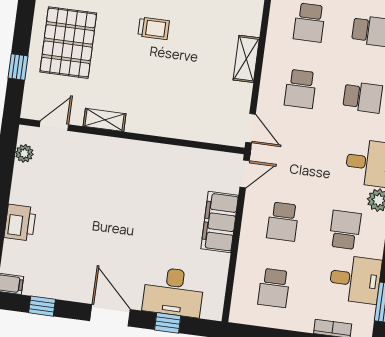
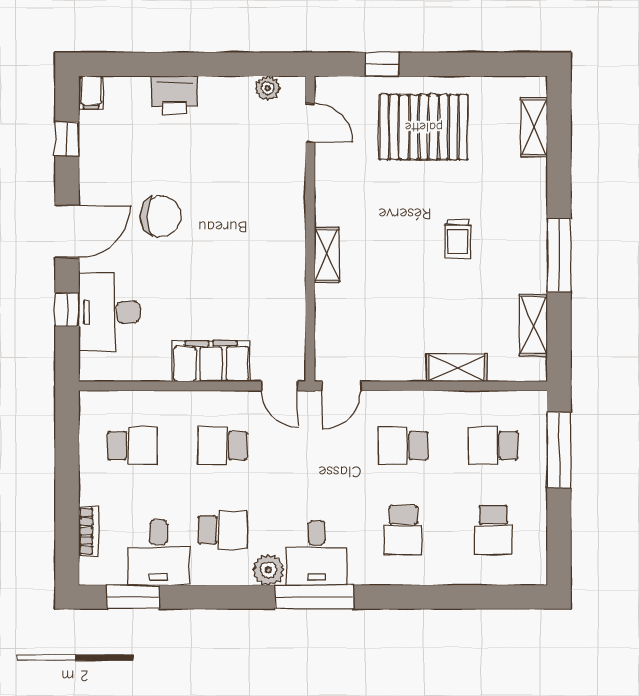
shelving: (246, 59) -> (457, 368), moved
shelving: (105, 120) -> (327, 255), moved
chair: (108, 245) -> (161, 216), added
school desk: (274, 288) -> (132, 446), turned 180

